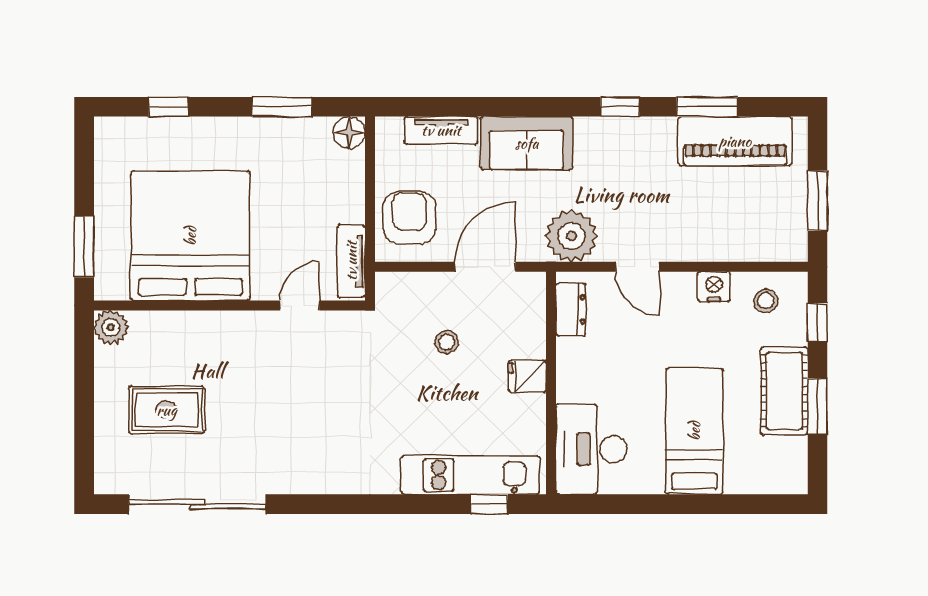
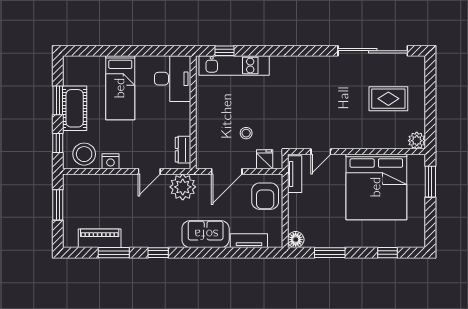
piano: (735, 141) -> (100, 238), width x0.73, depth x0.75
door: (637, 267) -> (149, 171), swing flipped
stool: (766, 301) -> (84, 154), width x1.89, depth x1.89
fridge: (527, 376) -> (265, 159), moved, turned -90

